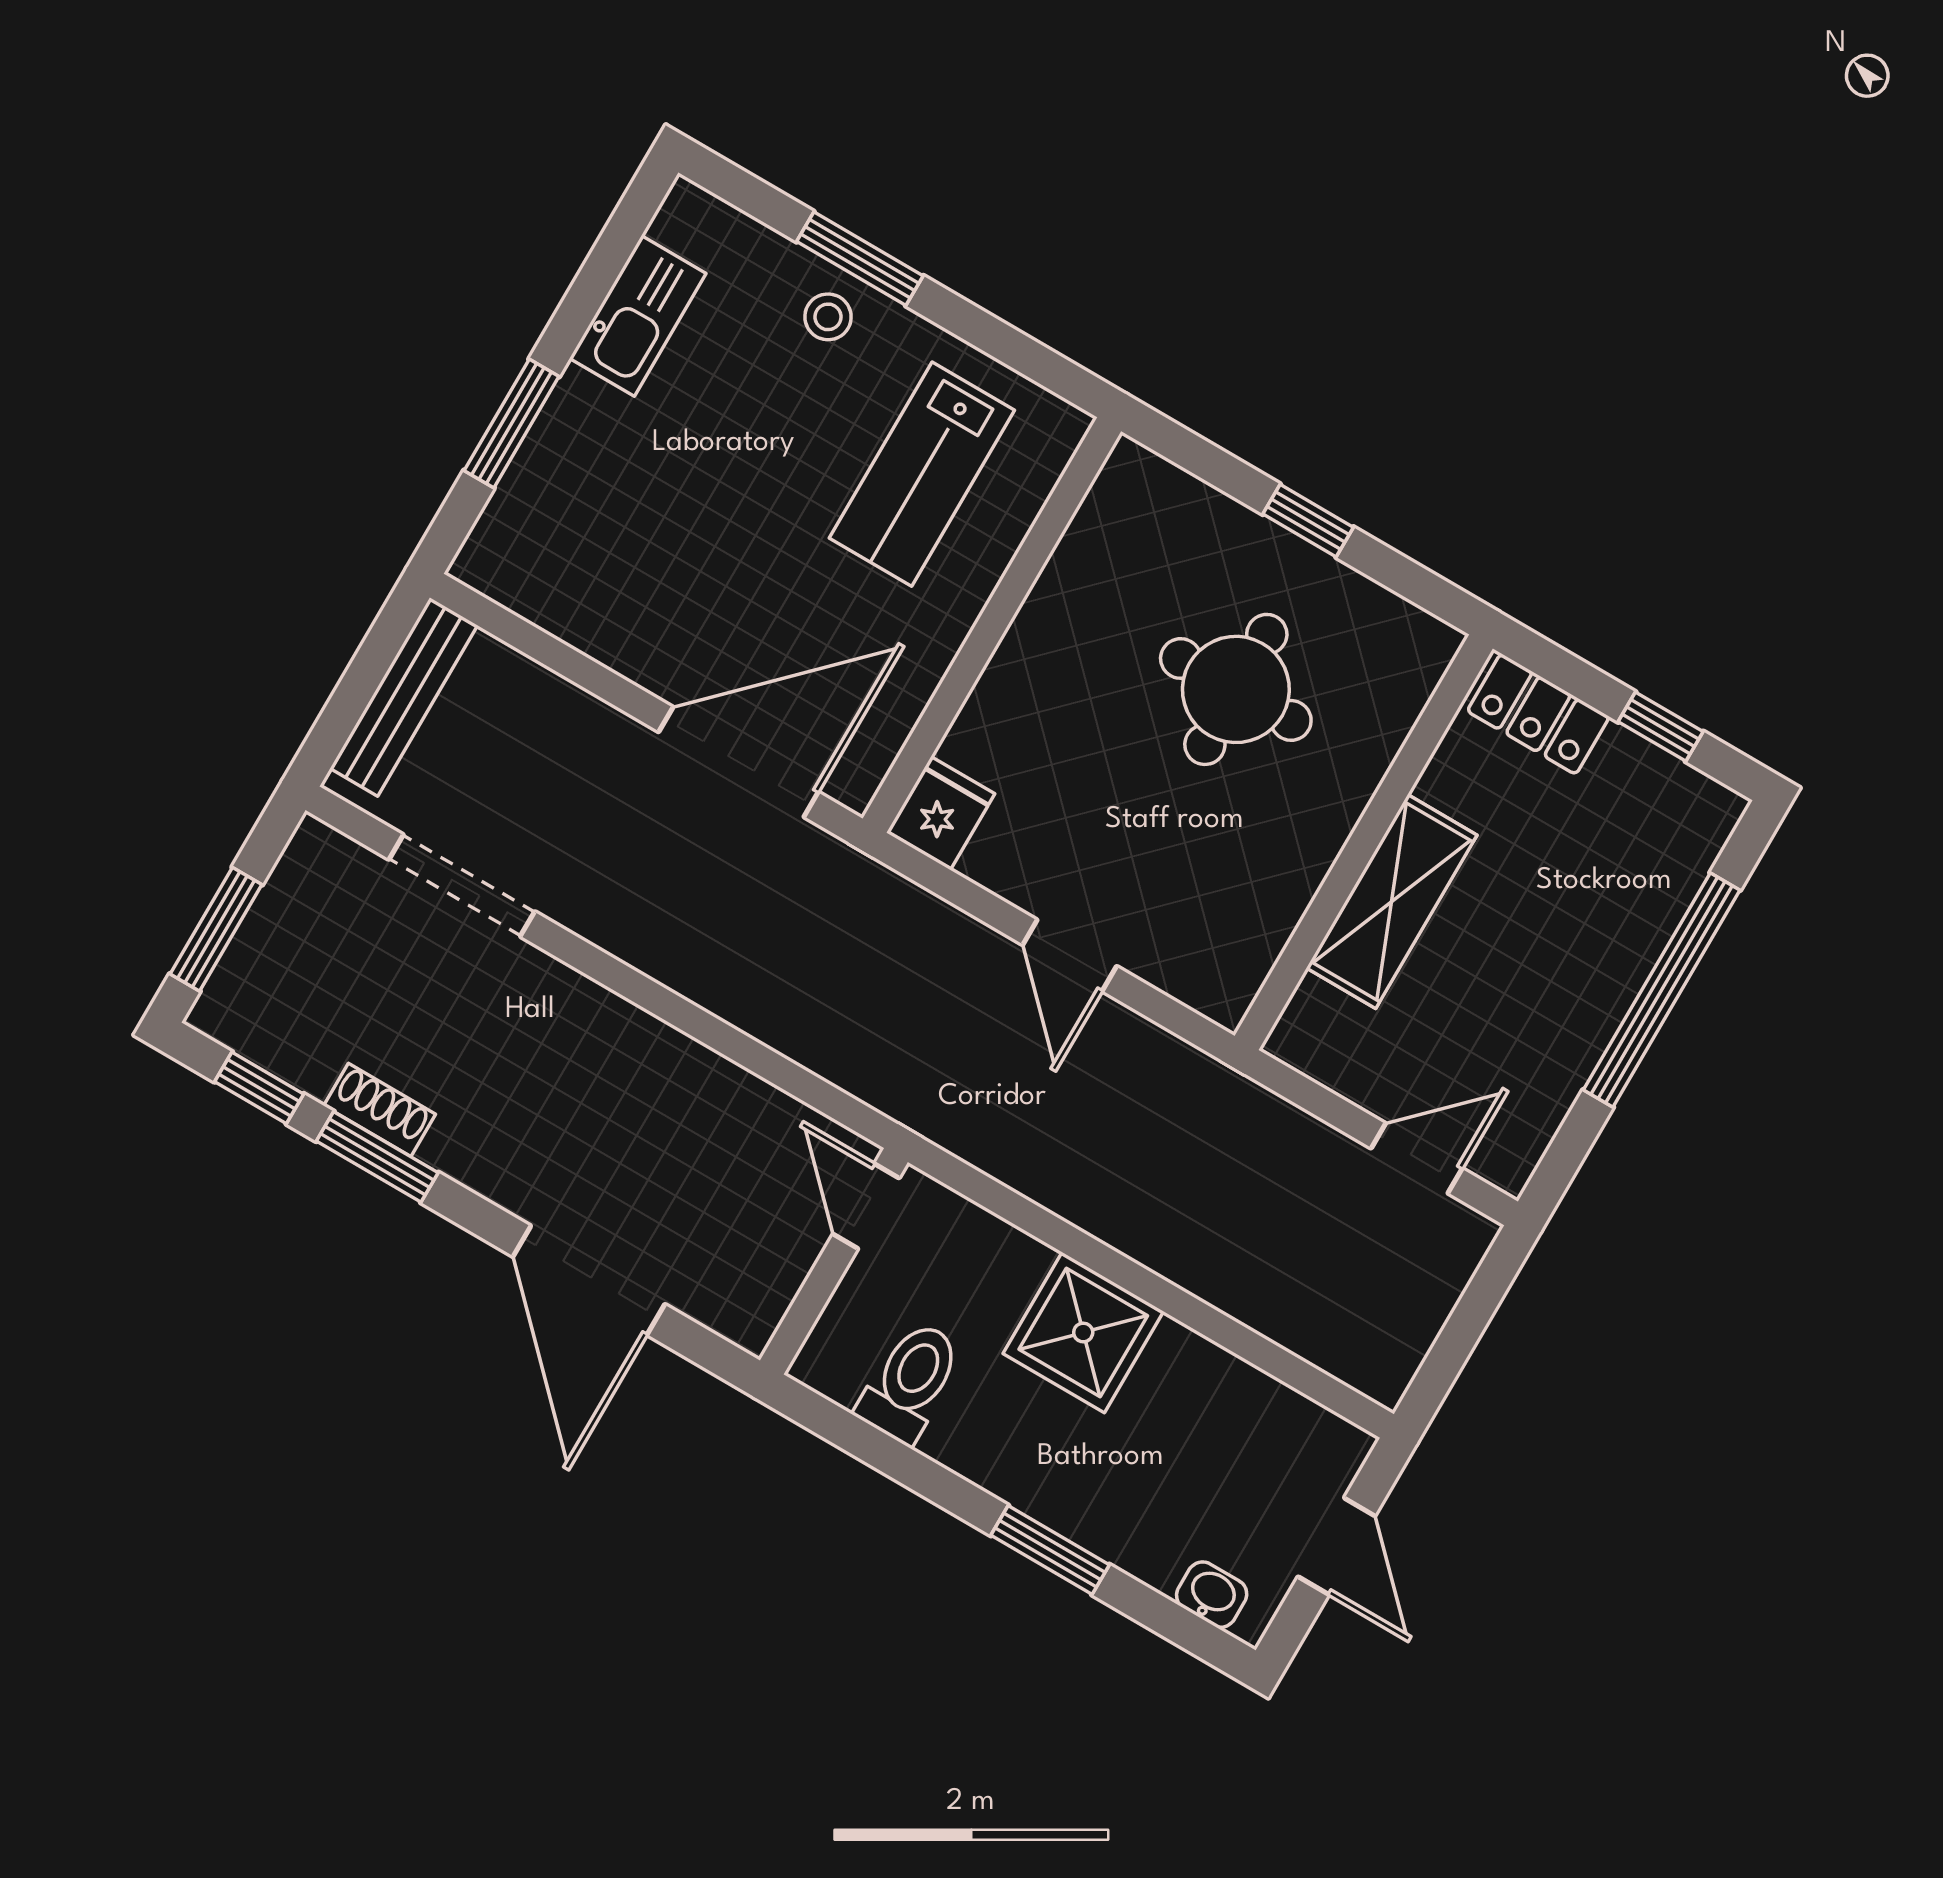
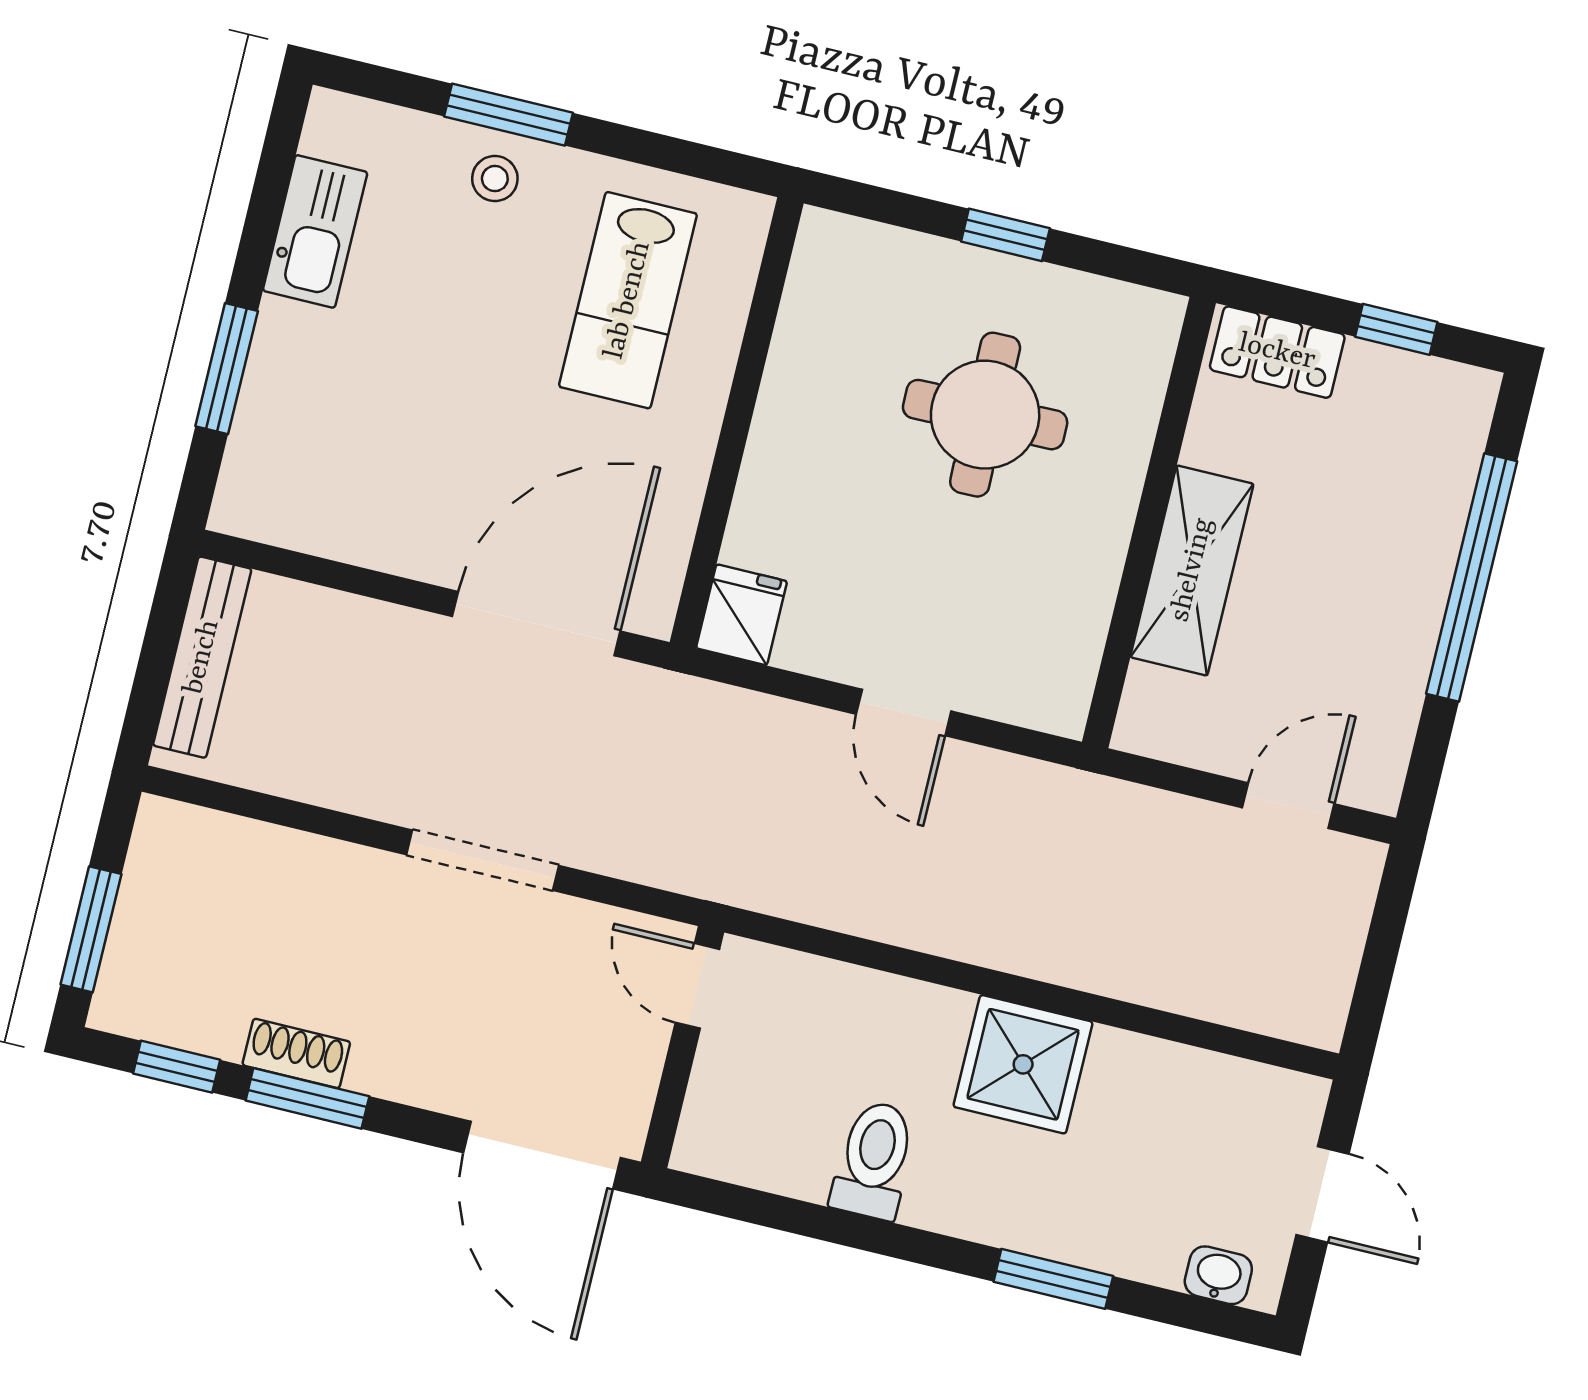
doorway: (462, 885) -> (483, 860), moved
door: (866, 1206) -> (697, 986), moved
wall: (834, 1261) -> (683, 1047), moved

